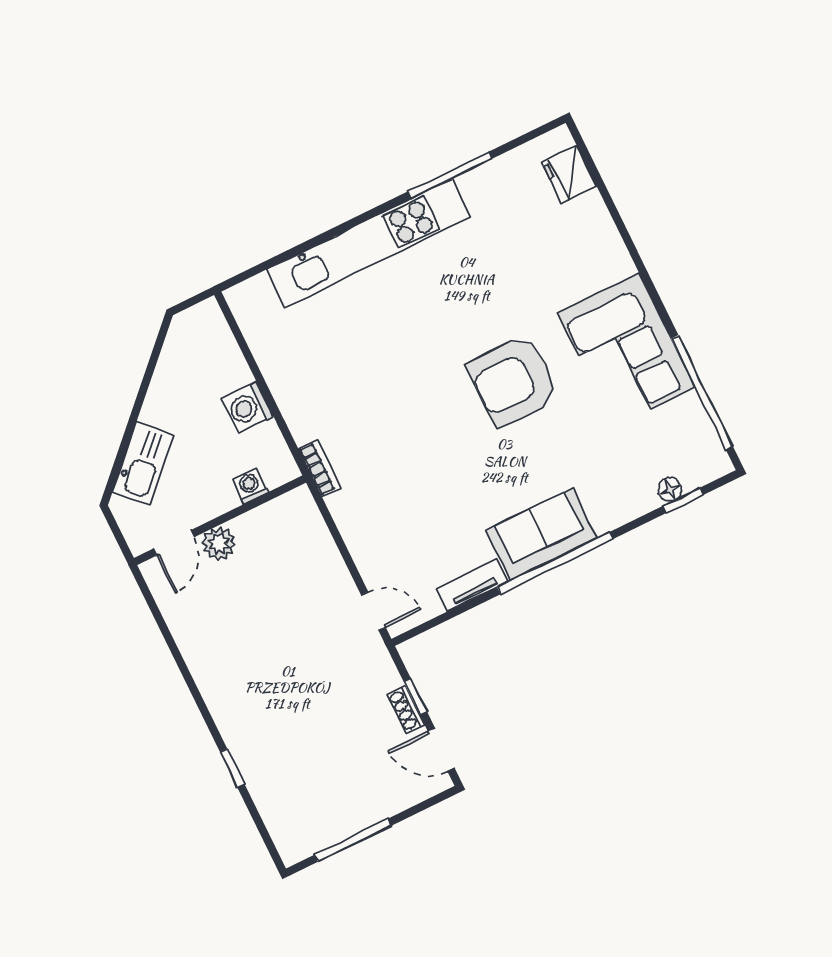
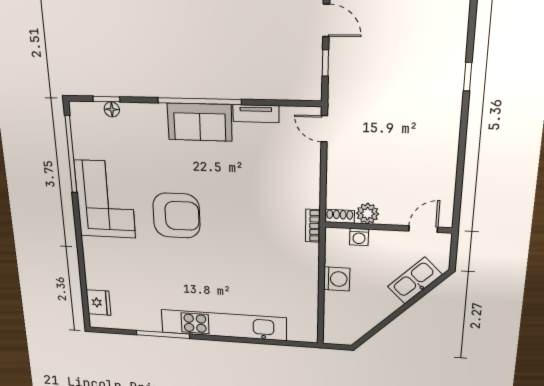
plant: (219, 544) -> (368, 214), moved
shoe rack: (405, 710) -> (340, 216), moved, turned -90

